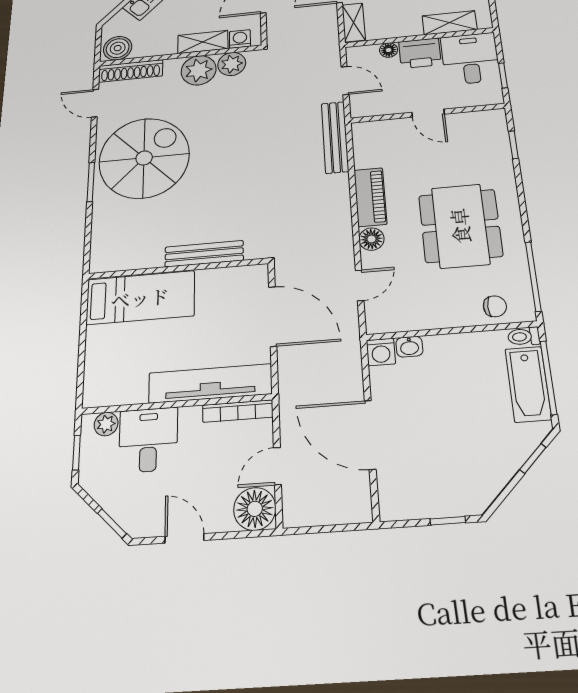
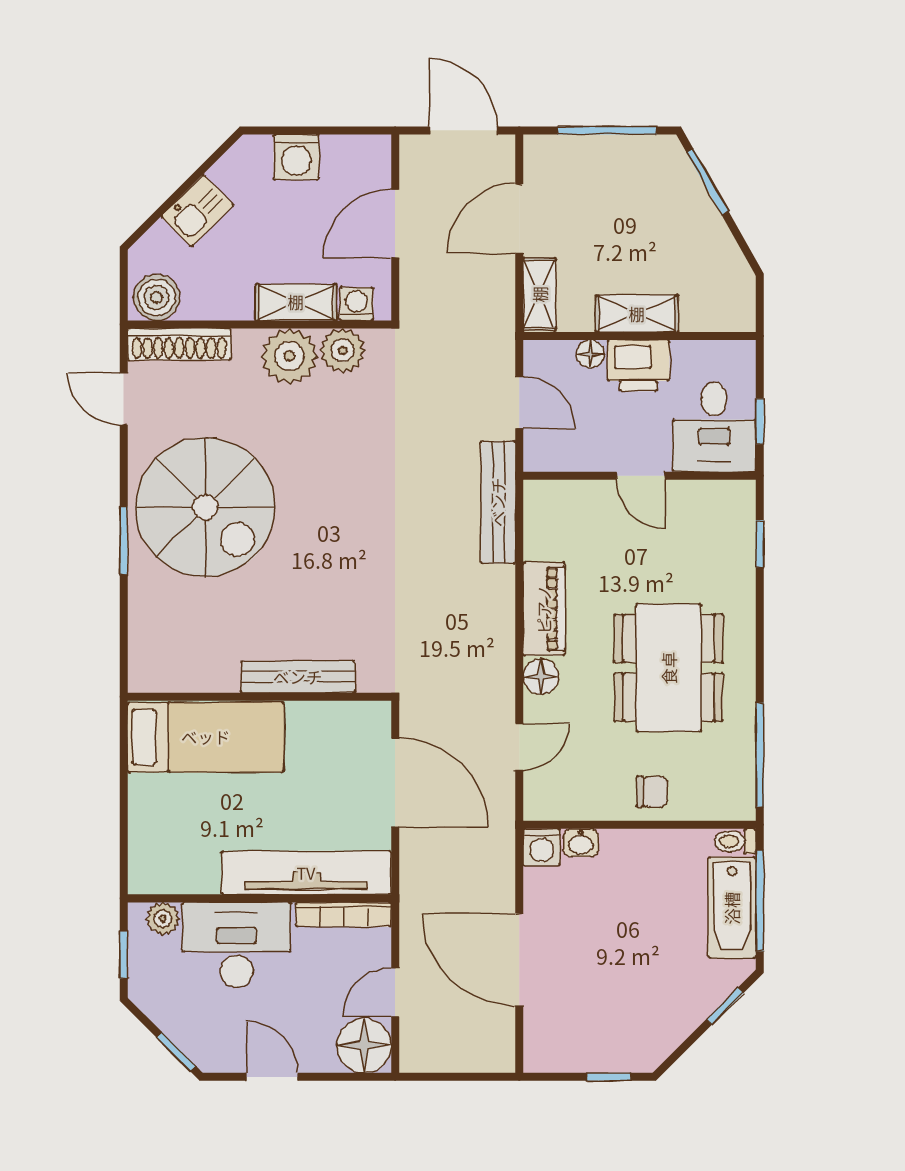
shelving: (450, 23) -> (637, 314), moved
desk: (470, 59) -> (714, 427), moved, turned 180
spiral stairs: (144, 158) -> (205, 507), turned 90
chair: (495, 306) -> (652, 792), moved
desk: (148, 440) -> (237, 945), width x1.37

